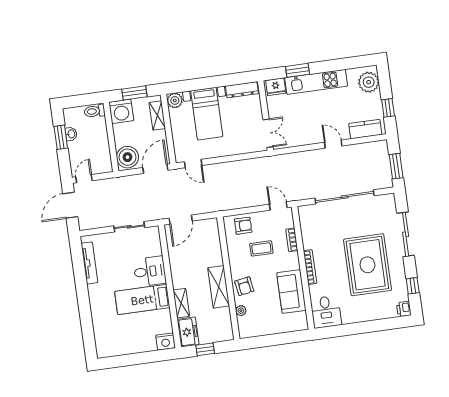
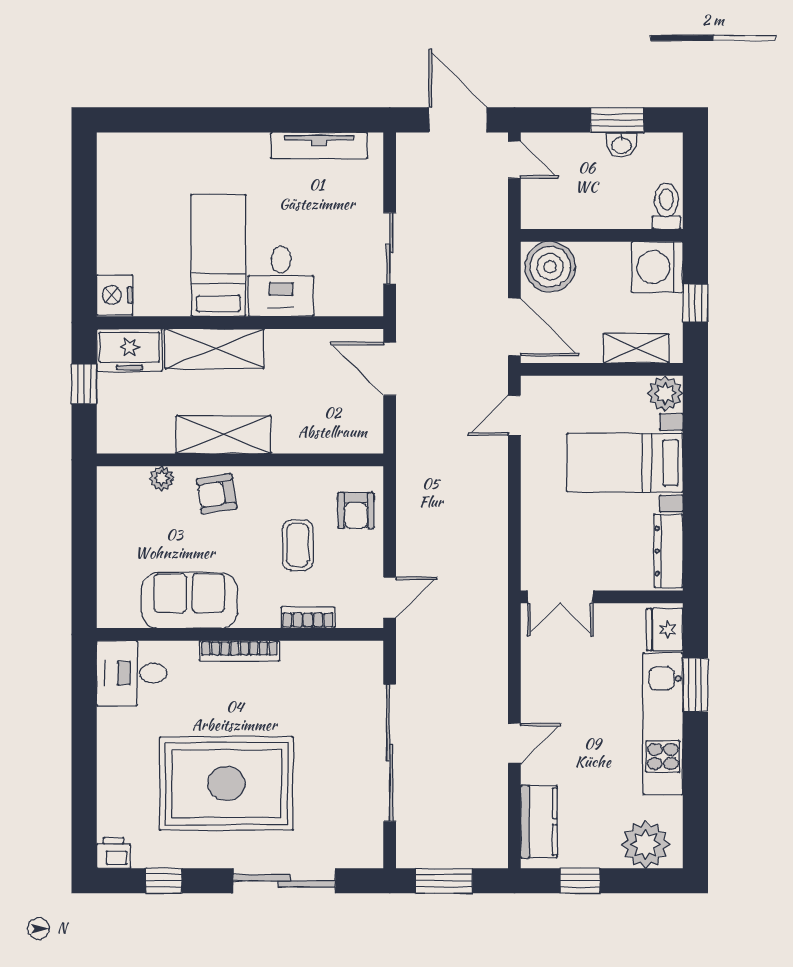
window: (134, 93) -> (695, 303), width x0.67
shelving: (181, 303) -> (214, 349), width x1.50, depth x1.33

